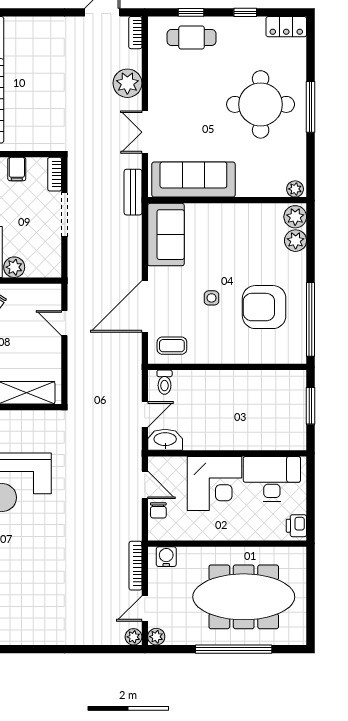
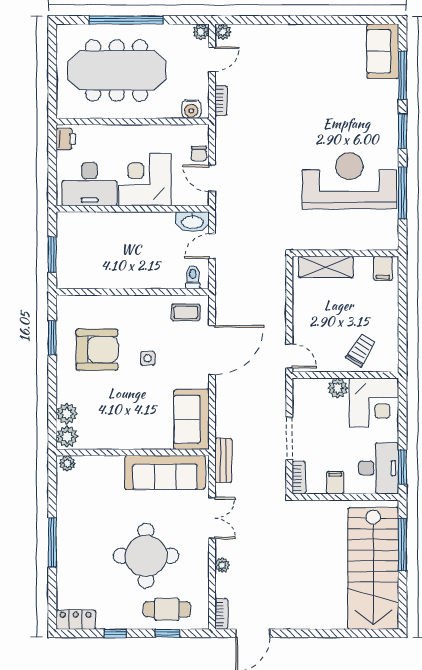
plant: (127, 83) -> (222, 565), width x0.53, depth x0.53
round table: (261, 104) -> (146, 556), moved
window: (310, 319) -> (52, 338), width x0.47
door: (64, 323) -> (289, 356), moved
chair: (158, 510) -> (199, 154), turned 180
bookcase: (135, 566) -> (221, 100), width x0.64

